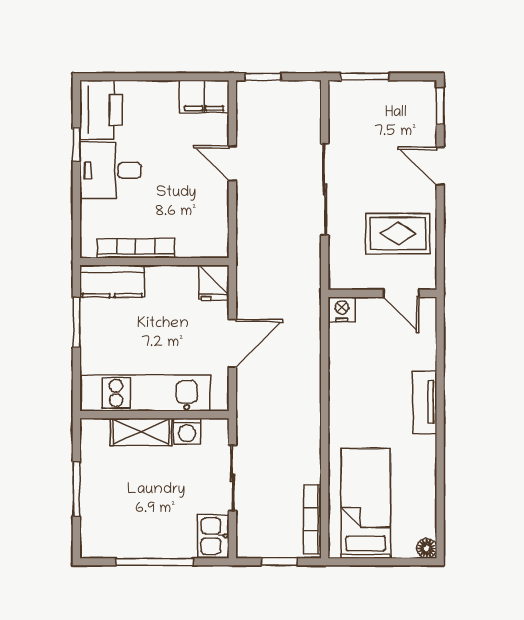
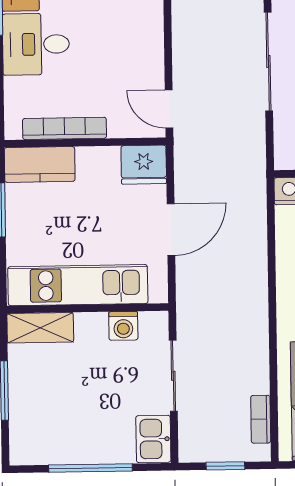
door: (232, 163) -> (169, 109), moved
fridge: (214, 283) -> (144, 165), width x1.38
shelving: (141, 432) -> (40, 328), moved
bookcase: (312, 519) -> (261, 419), width x0.64

